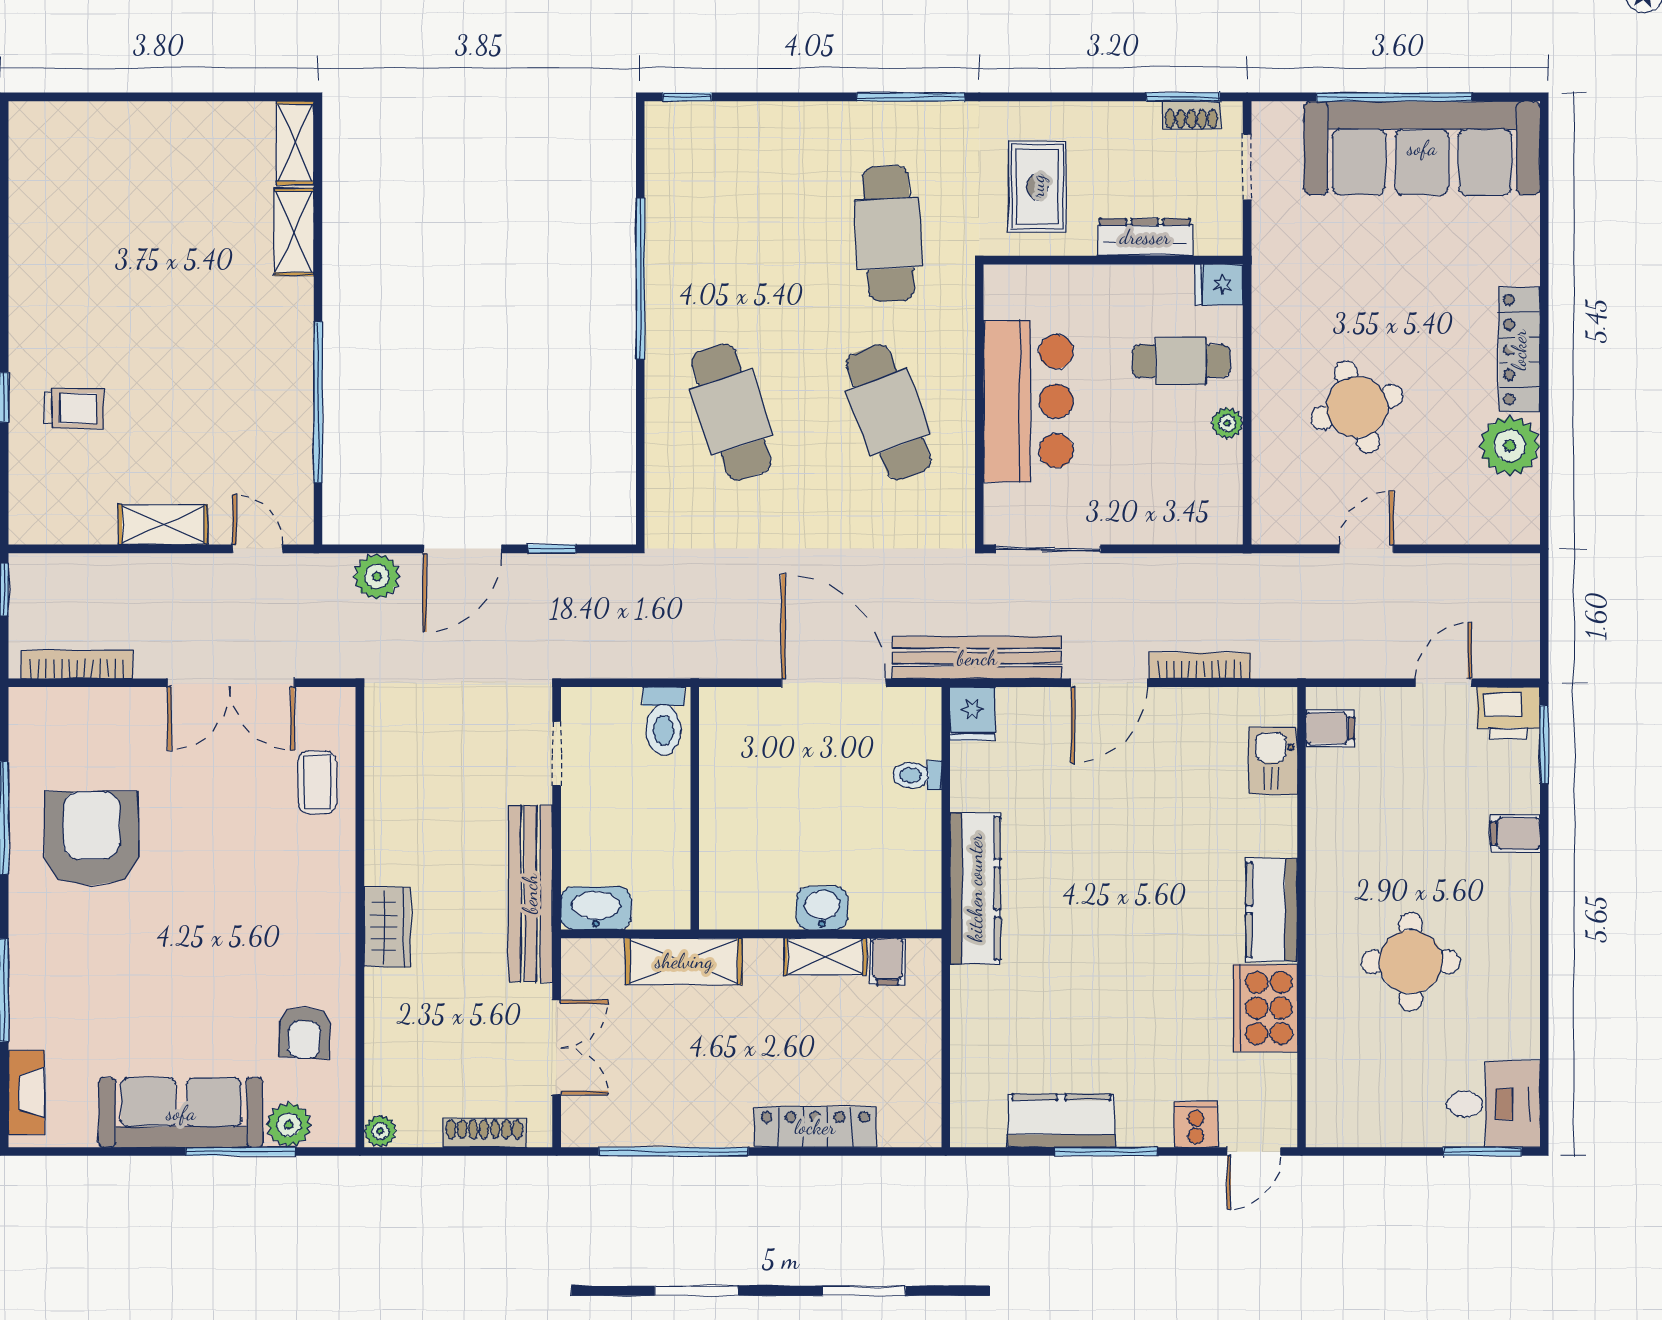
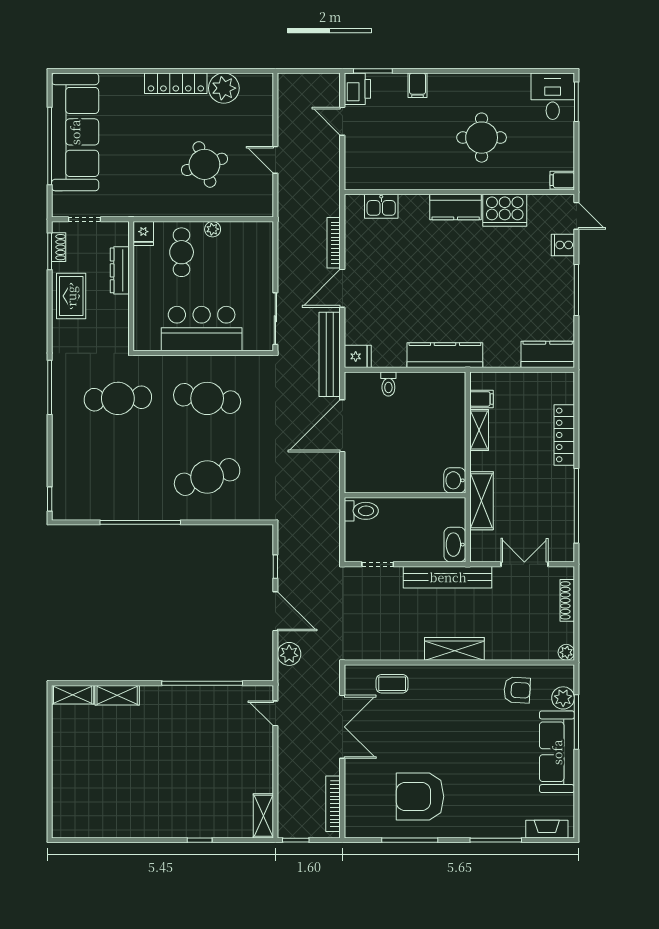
rug: (1037, 186) -> (71, 296), moved, turned 90
trolley: (74, 408) -> (205, 805), removed
cafe table: (888, 412) -> (207, 398), turned 30
shelving: (163, 525) -> (263, 816), moved
door: (258, 549) -> (275, 713), hinge flipped
door: (1109, 683) -> (342, 288), swing flipped
filing cabinet: (1330, 728) -> (562, 180), moved, turned -90
washbasin: (822, 908) -> (455, 480), moved
wardrobe: (387, 927) -> (454, 649), width x1.50
kitchen counter: (1061, 1121) -> (548, 354), moved, turned 90

